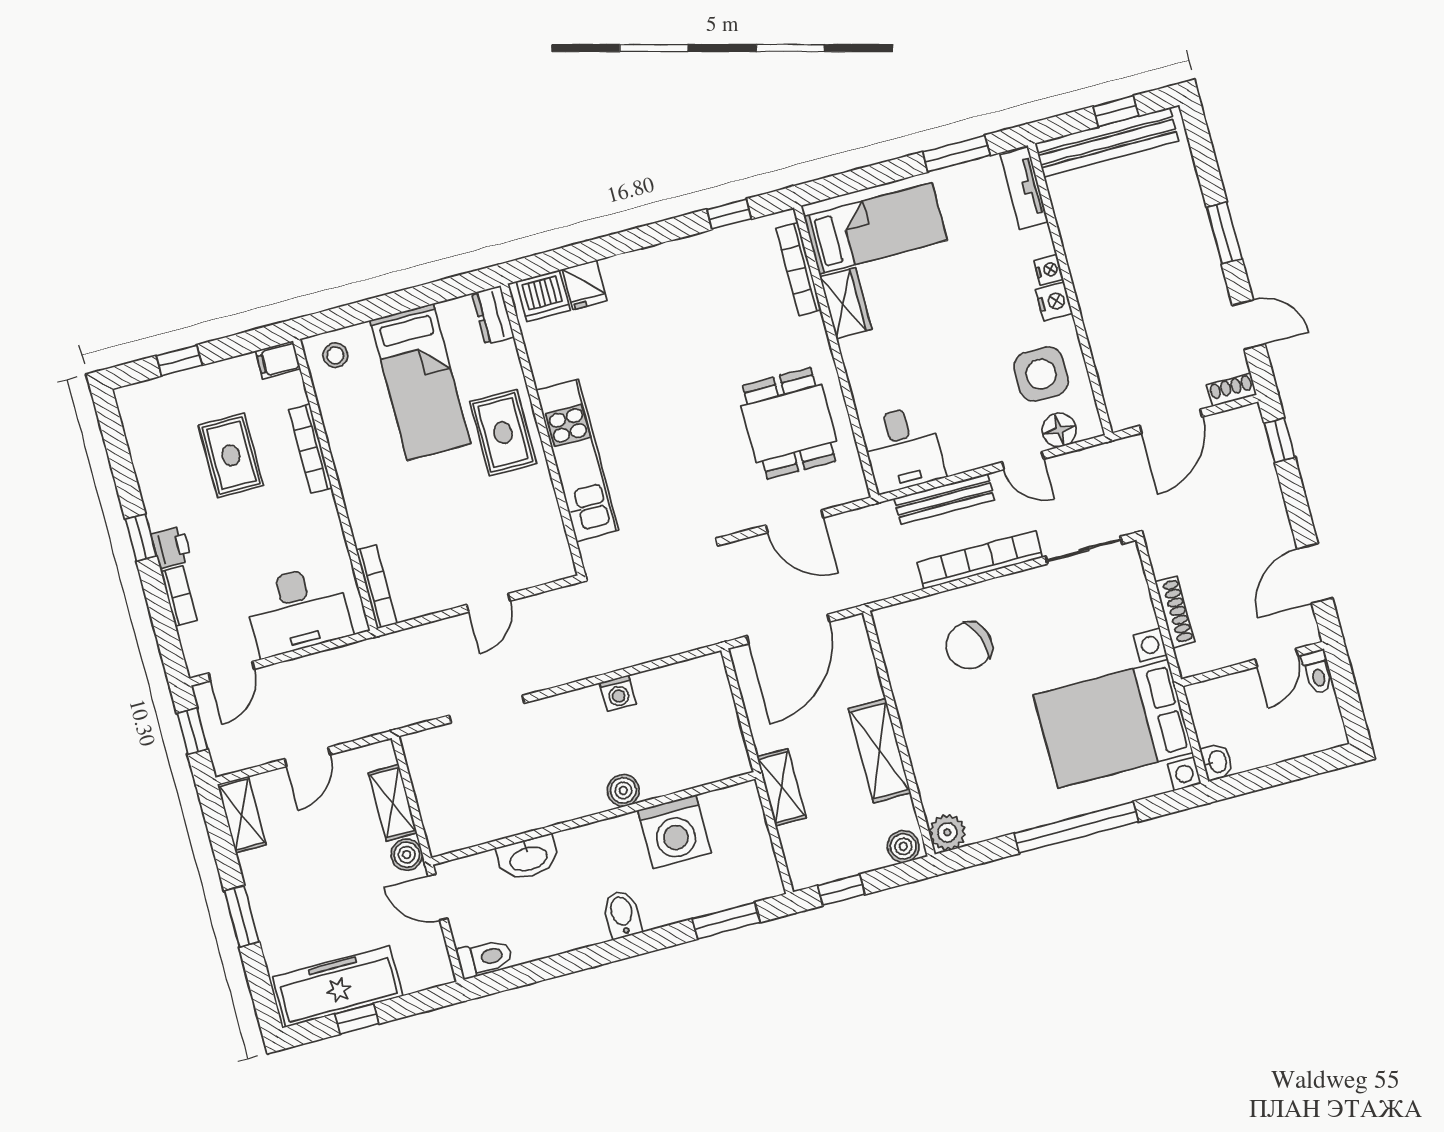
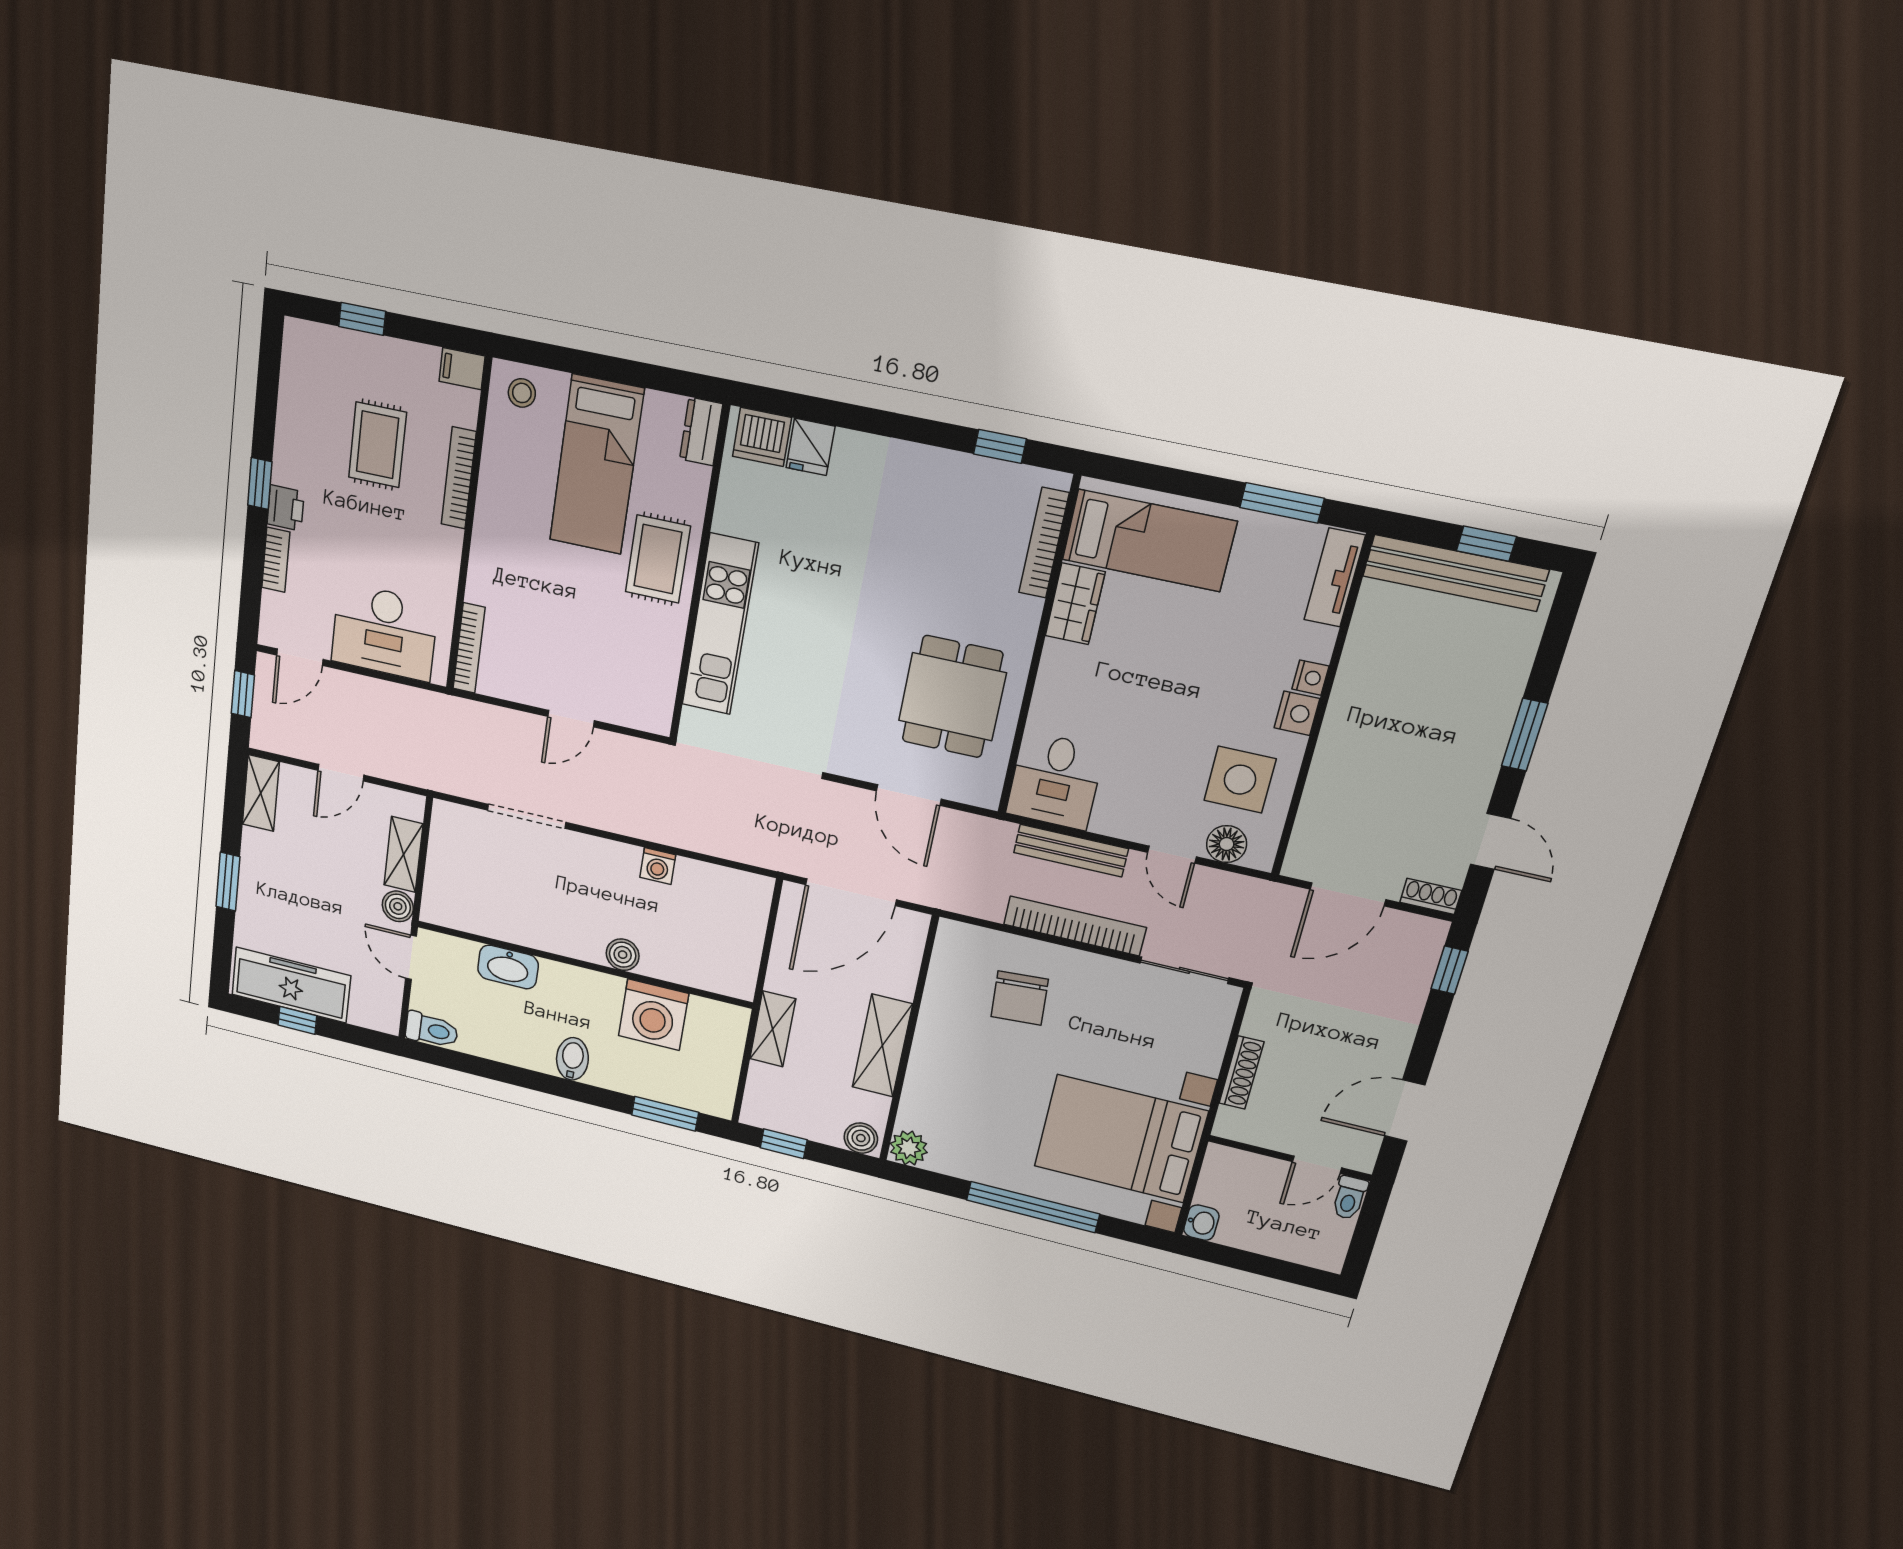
chair: (969, 646) -> (1020, 998), turned -74

